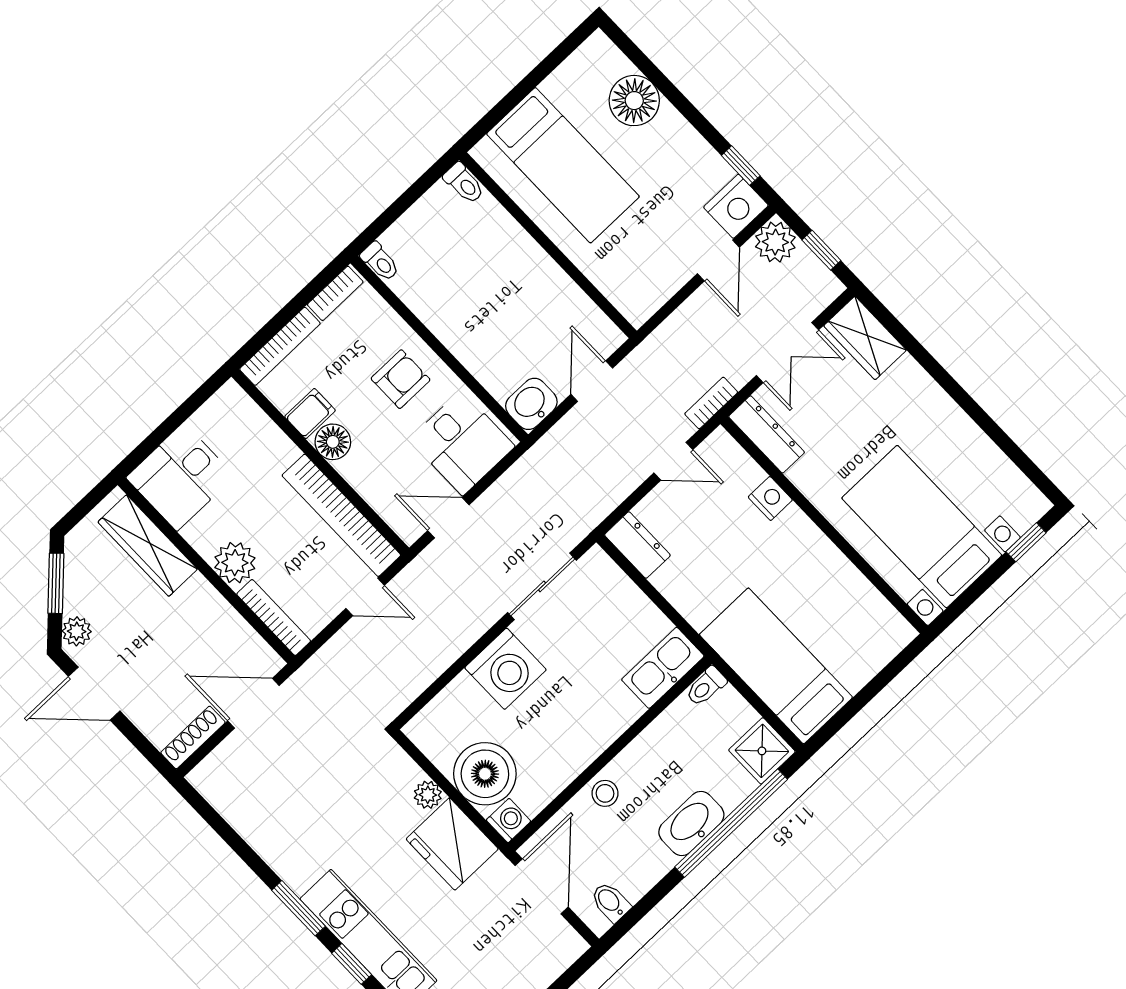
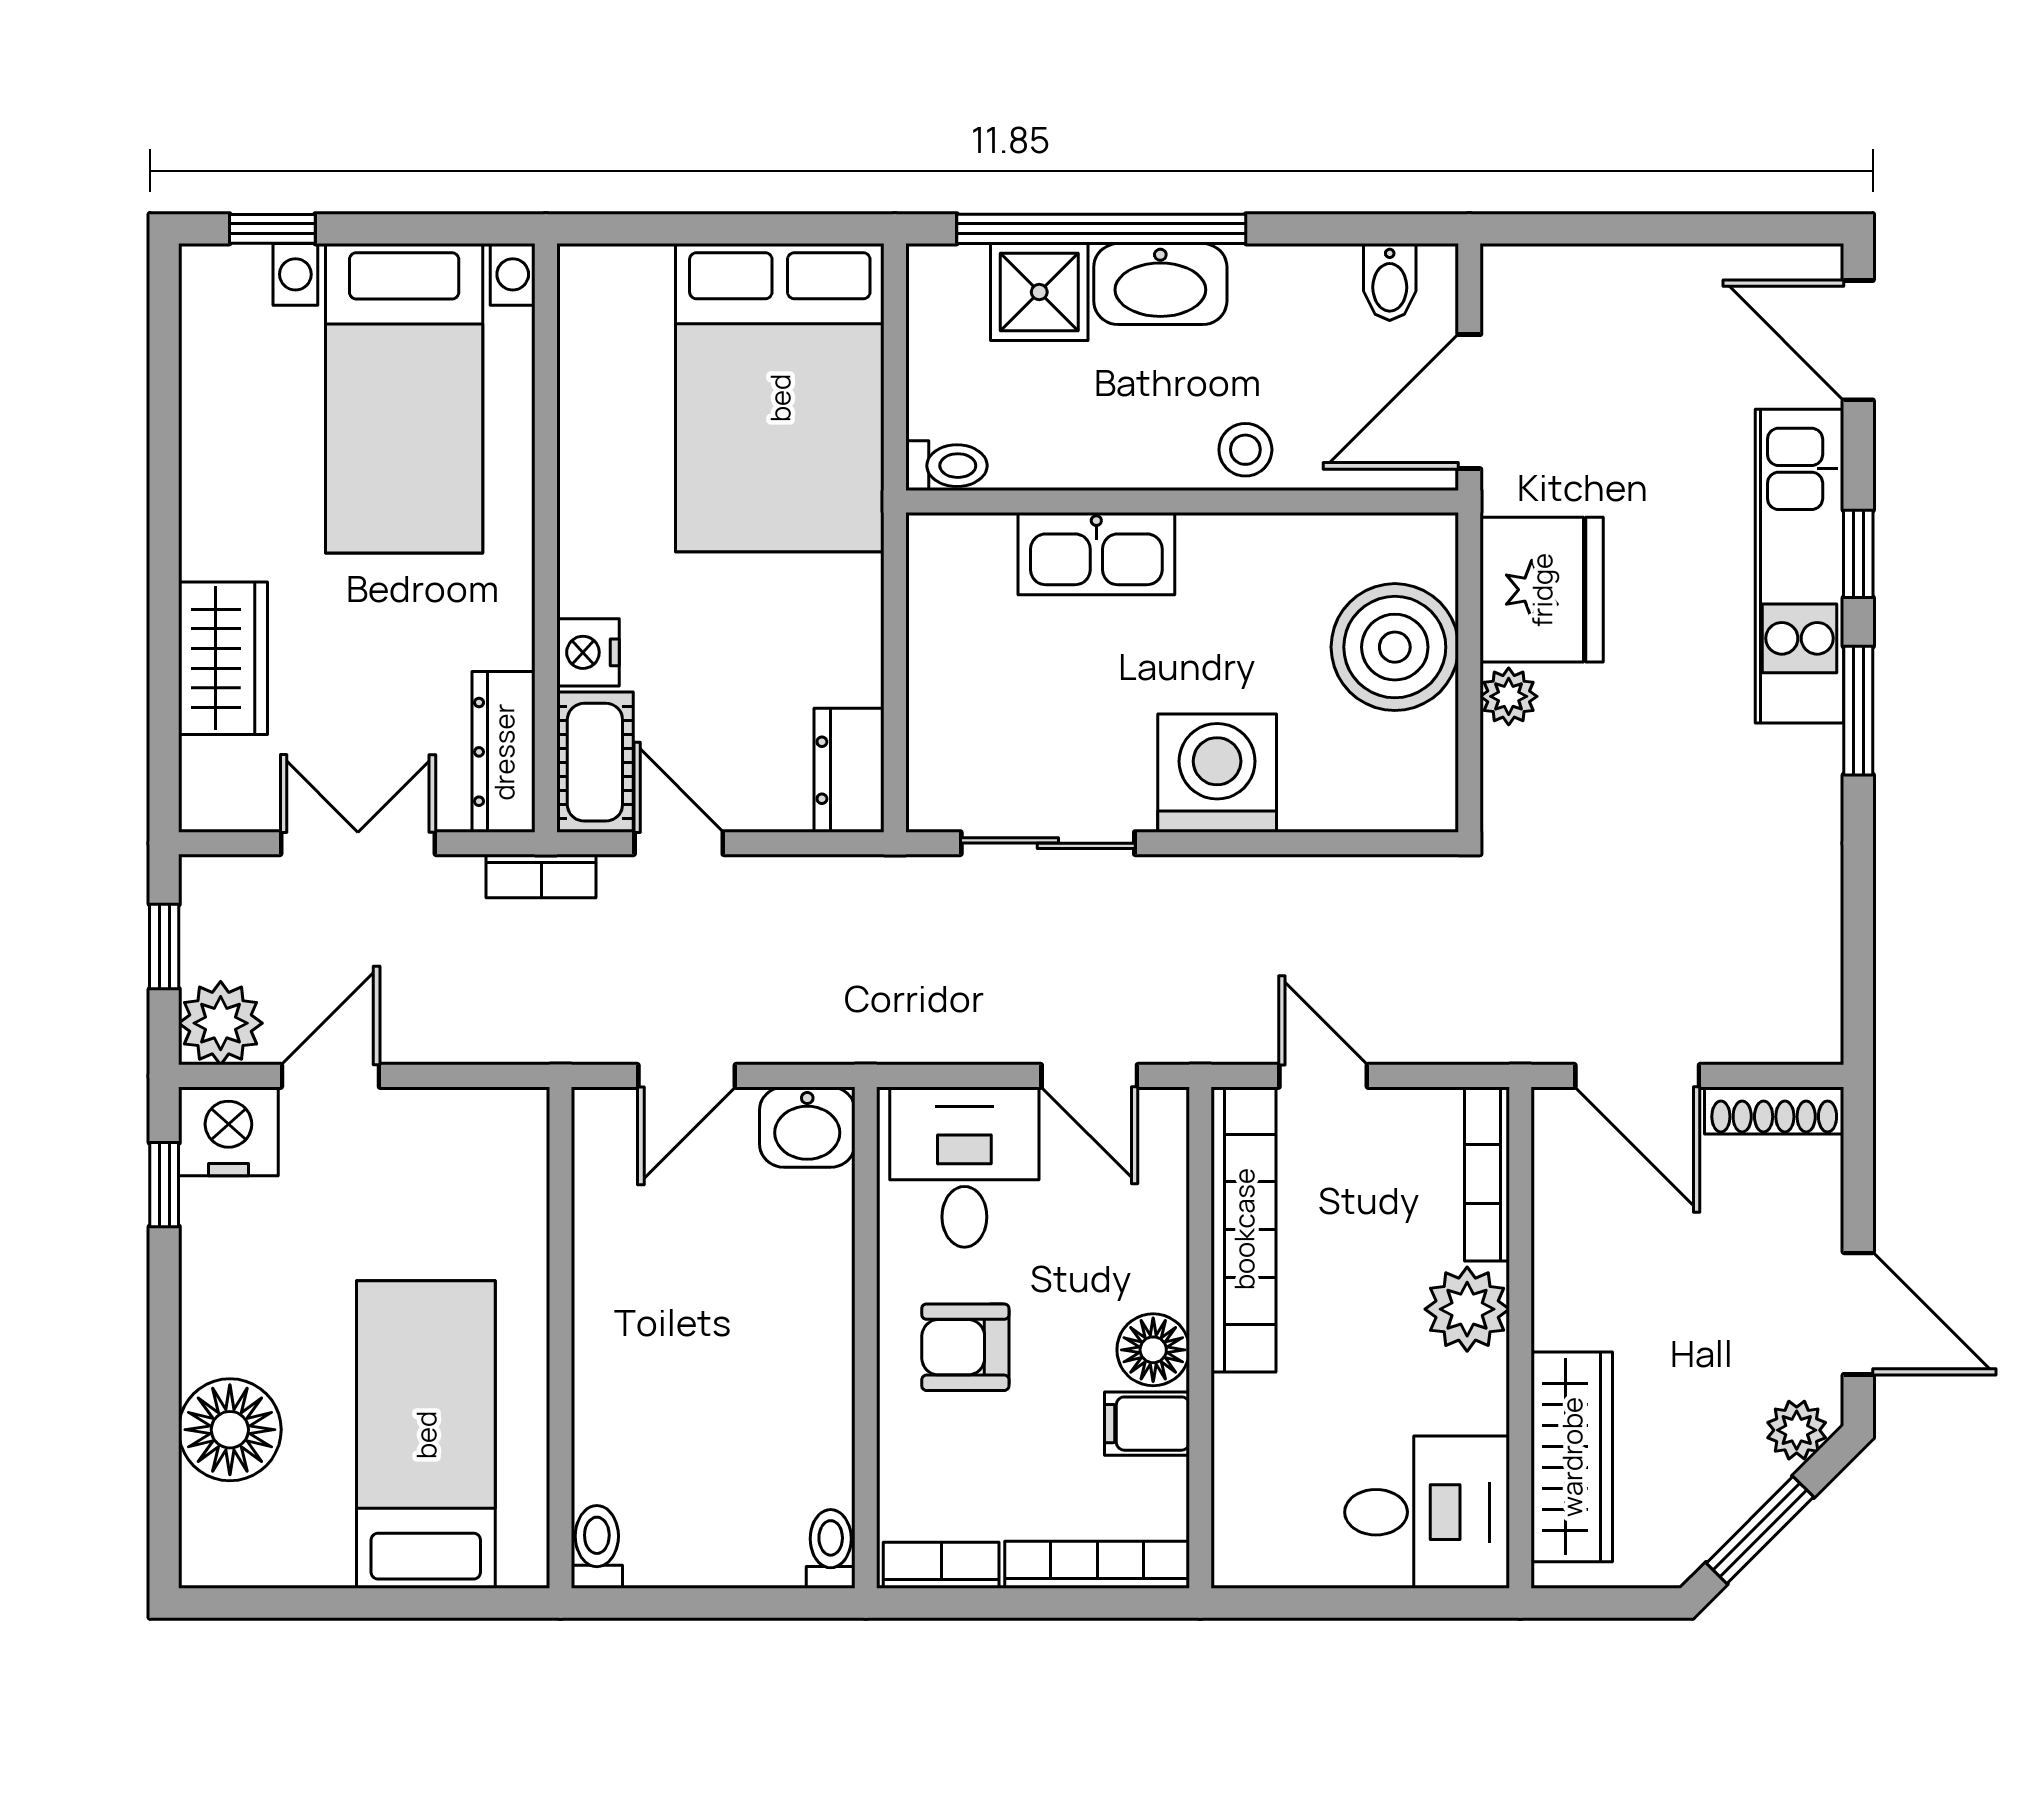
wardrobe: (865, 338) -> (223, 658), moved
cot: (731, 462) -> (595, 762), added
bed: (776, 666) -> (780, 398), width x1.50
kitchen sink: (663, 668) -> (1096, 554), moved
shower: (762, 751) -> (1039, 292), moved
washing machine: (509, 821) -> (1426, 545), removed

